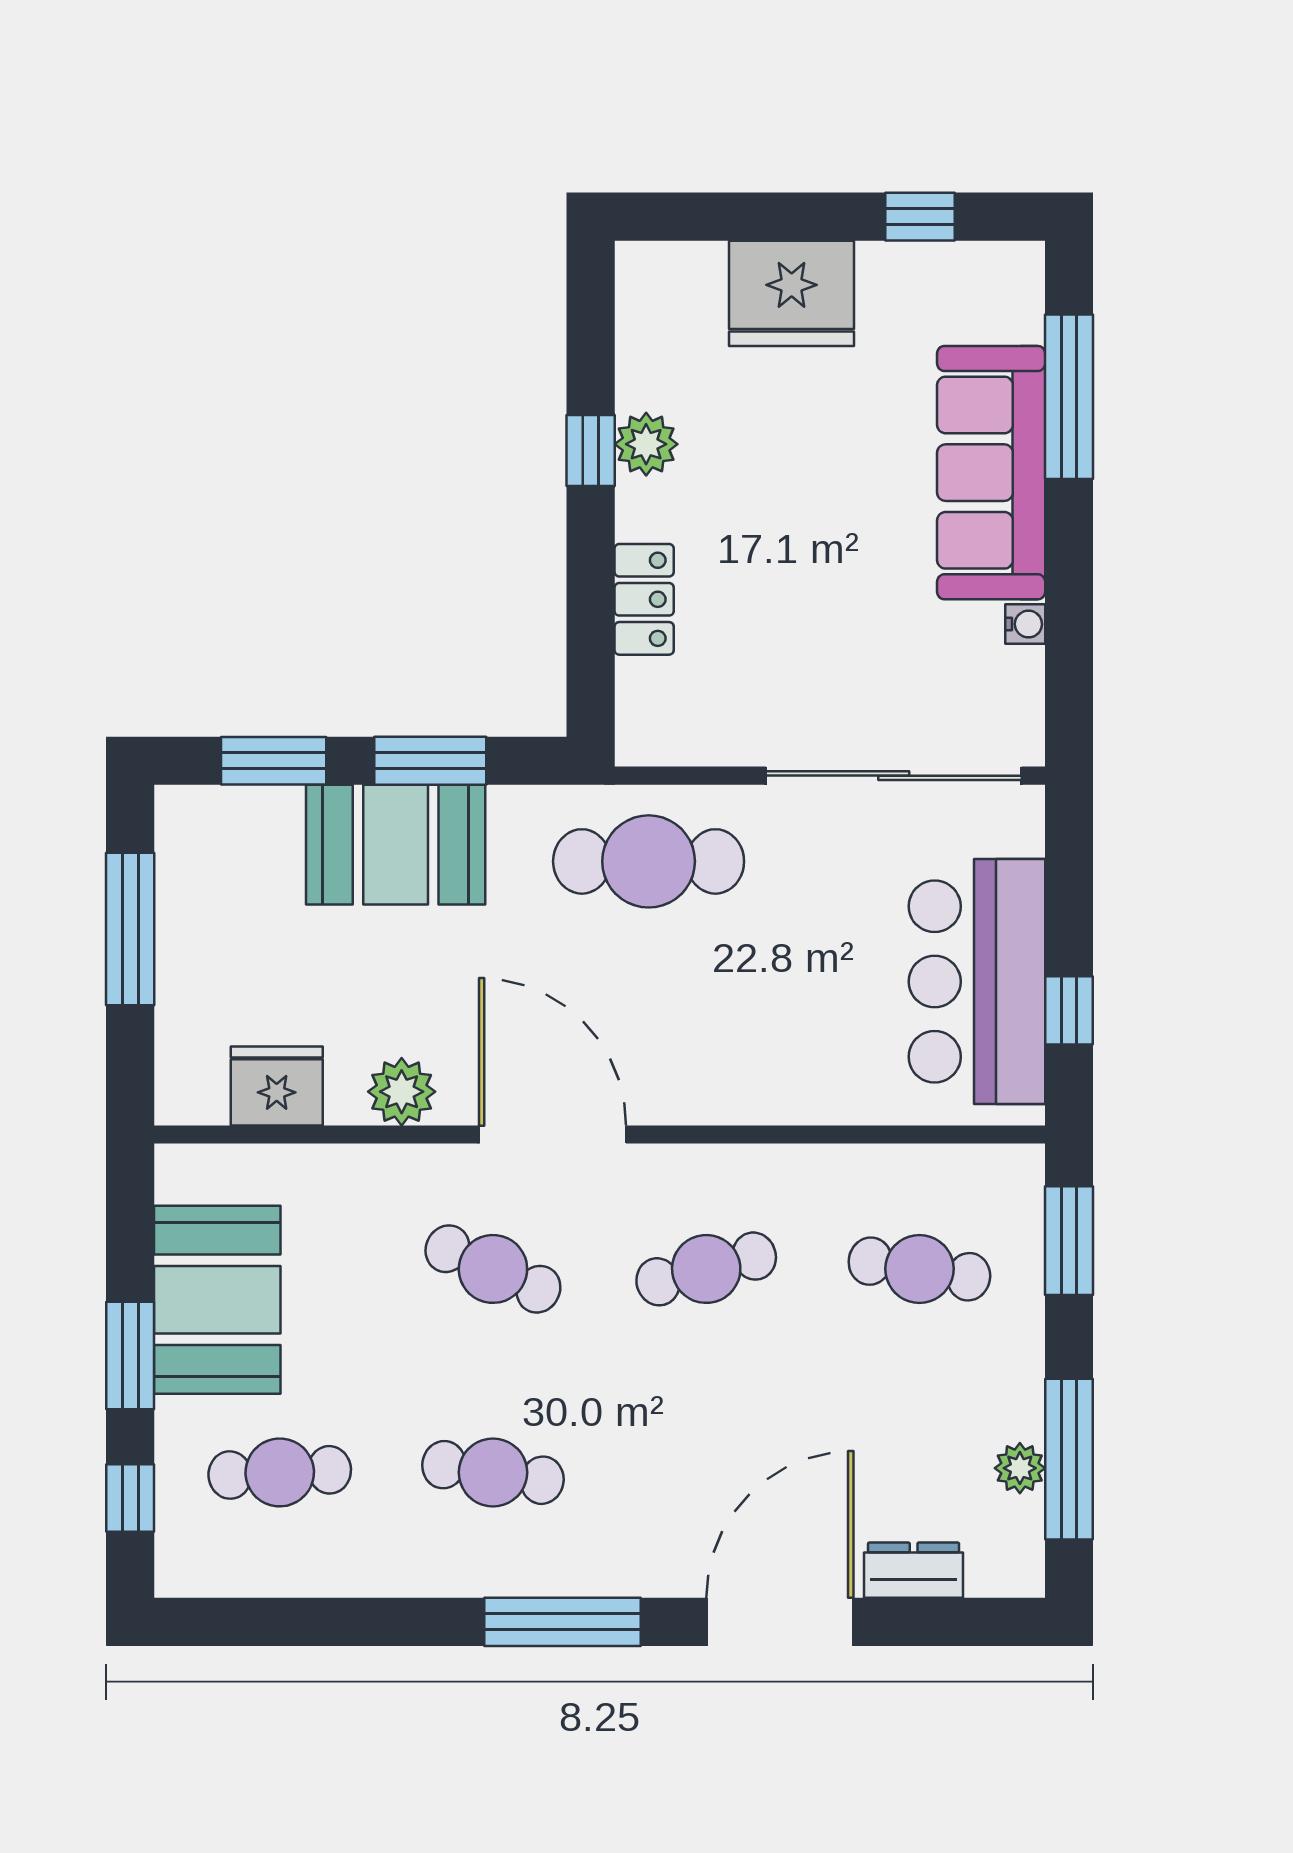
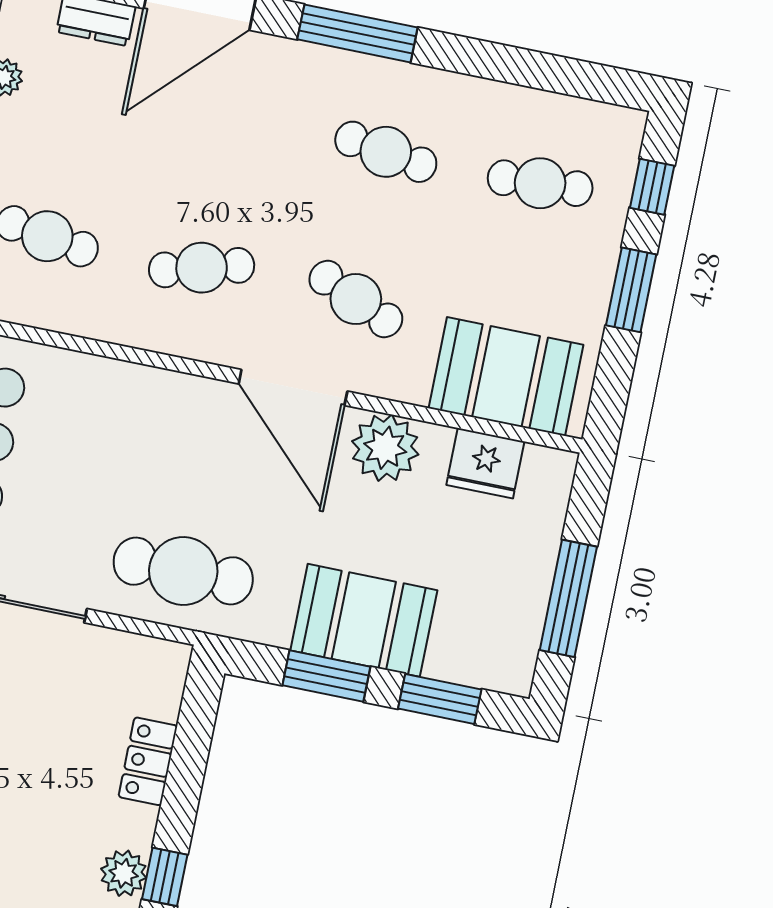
plant: (402, 1092) -> (385, 448), width x1.36, depth x1.36
booth: (217, 1300) -> (506, 377), moved, turned 90

